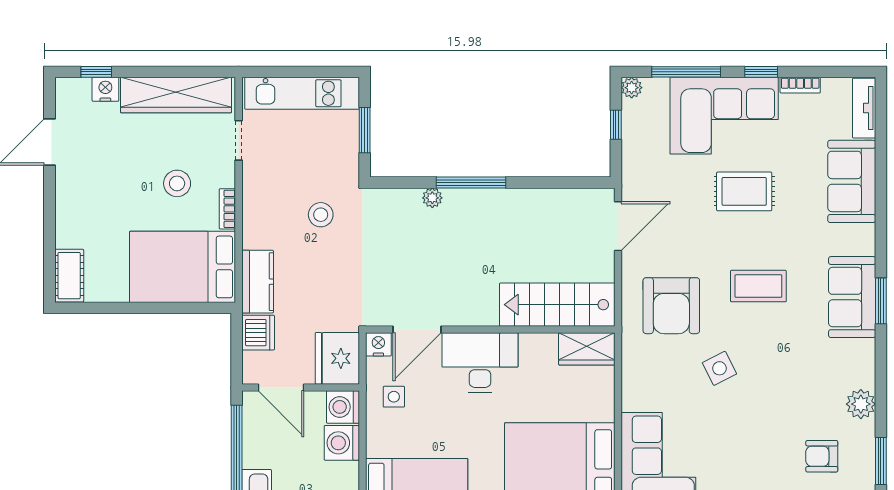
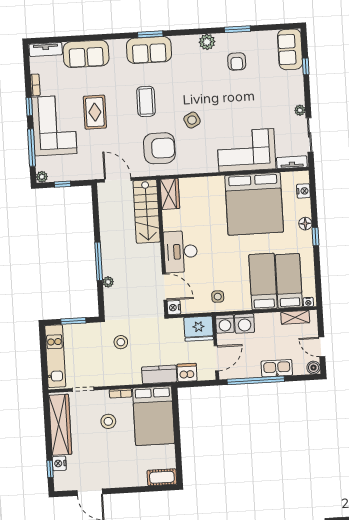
stairs: (557, 305) -> (147, 211), moved
door: (417, 330) -> (165, 287), moved
wall: (490, 330) -> (162, 247), moved
nightstand: (378, 344) -> (174, 308), moved
wardrobe: (587, 349) -> (170, 194), moved
desk: (480, 362) -> (181, 252), moved

